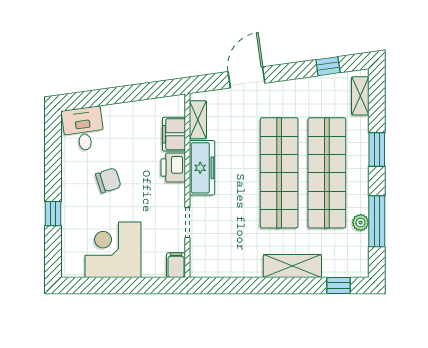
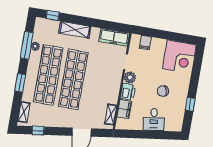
desk: (83, 129) -> (154, 119), moved
freezer: (202, 168) -> (114, 37), moved, turned -90
plant: (174, 195) -> (130, 77), added
window: (53, 214) -> (190, 104), moved
corner desk: (113, 250) -> (179, 57), moved
filing cabinet: (176, 265) -> (145, 43), moved

